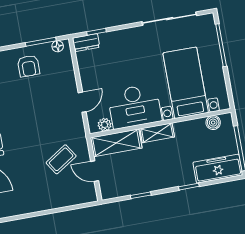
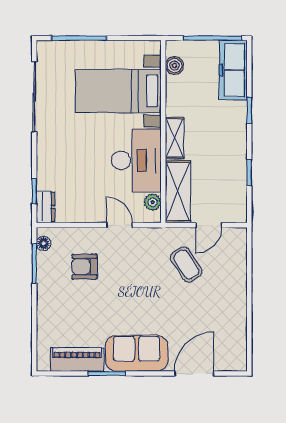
armchair: (28, 66) -> (85, 267), moved, turned 180

